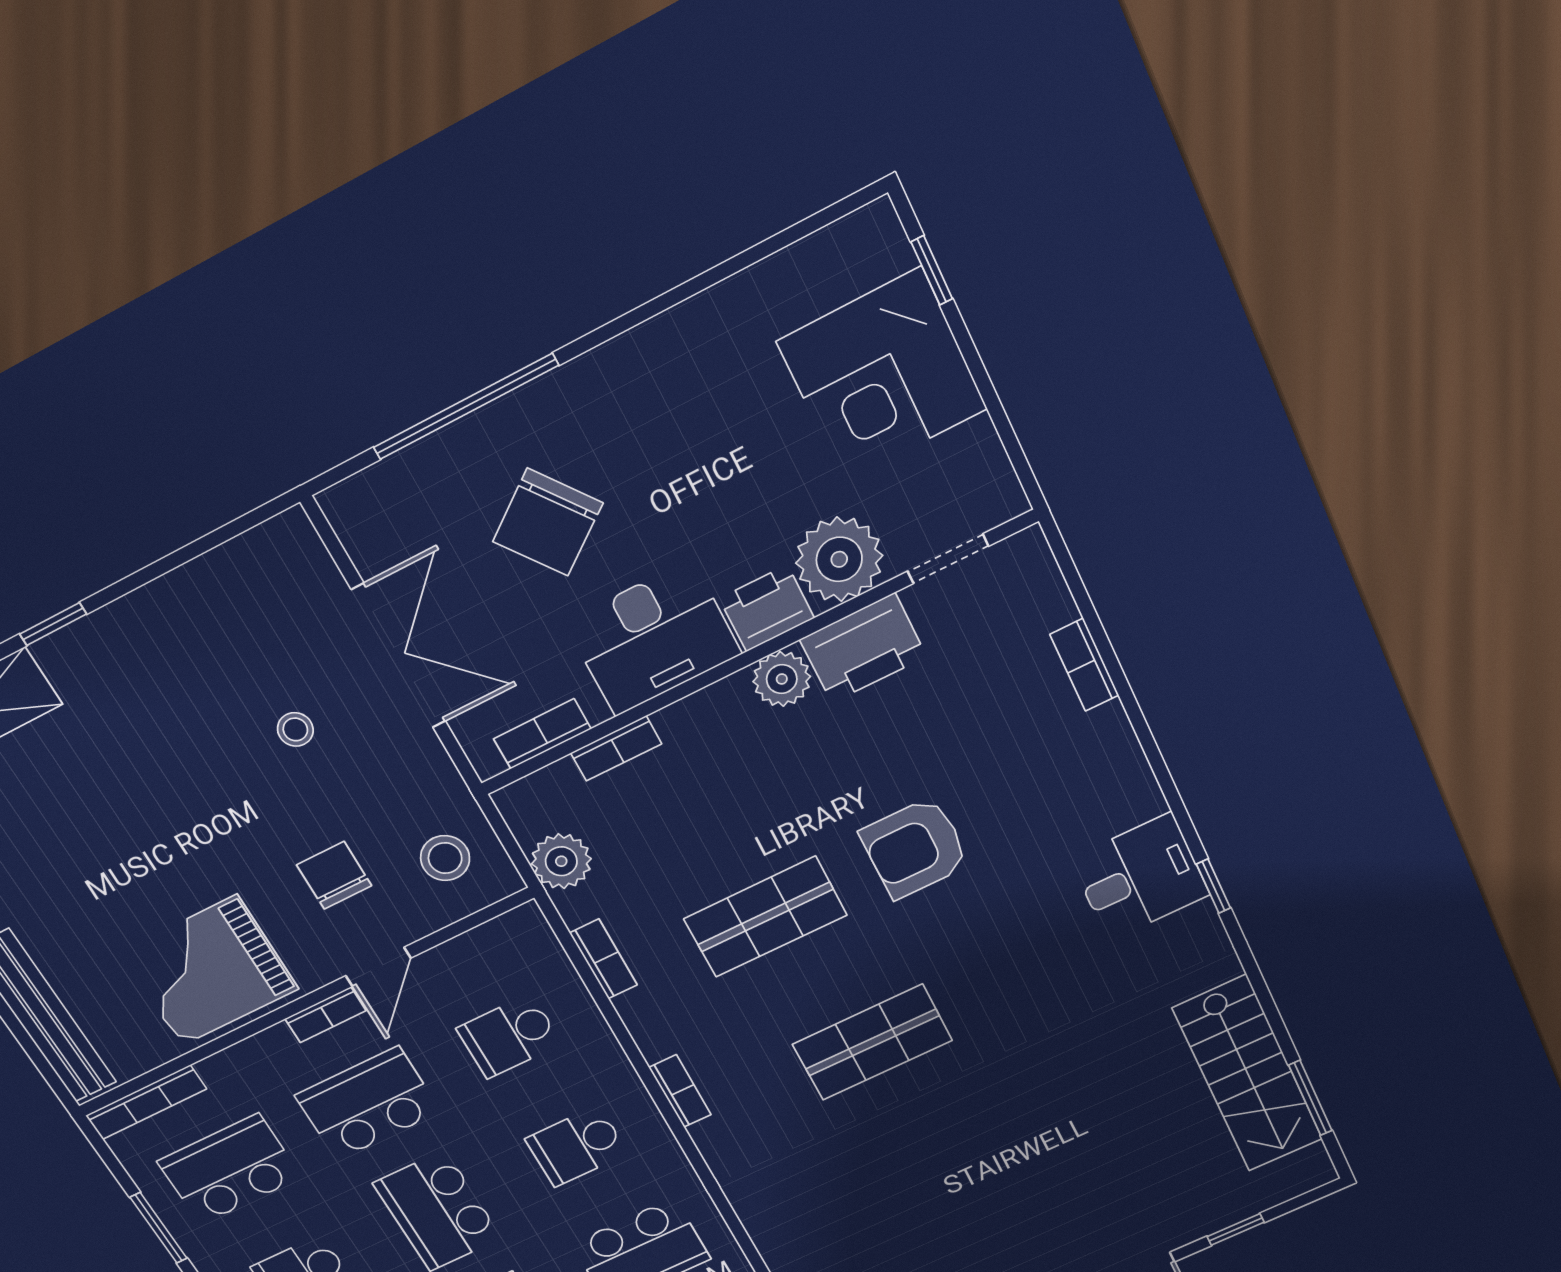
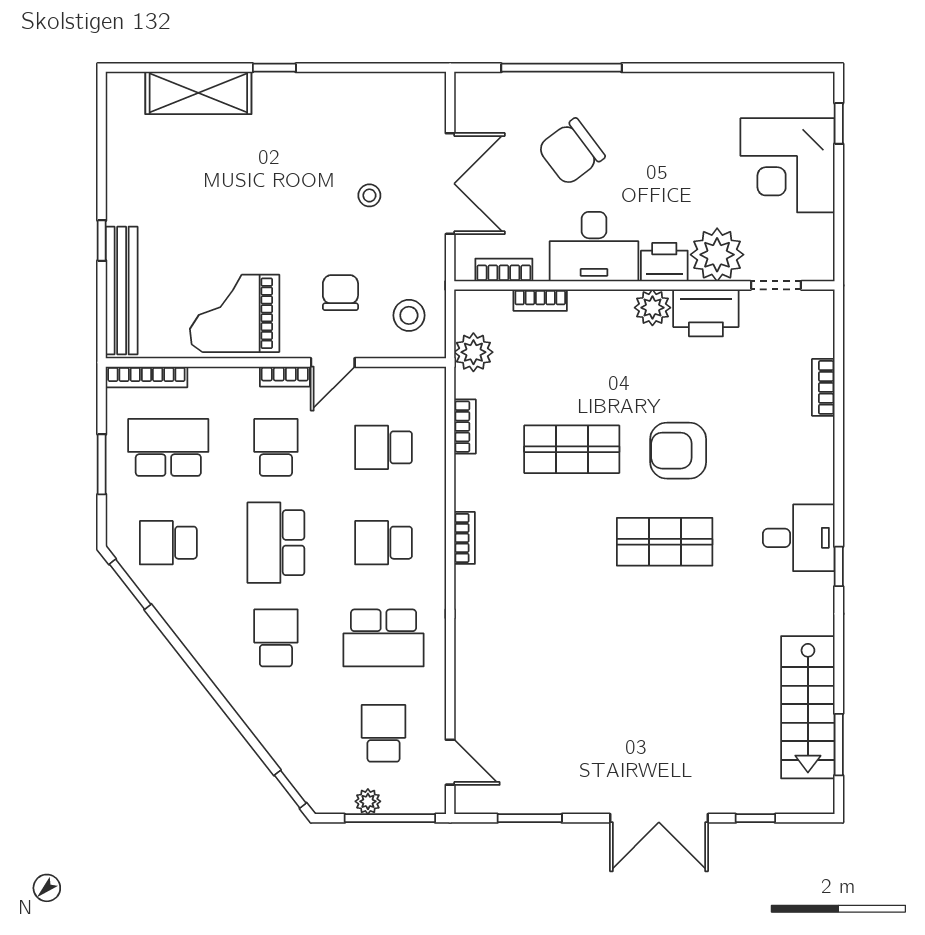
shop shelf: (872, 1042) -> (665, 542), moved
school desk: (368, 1103) -> (276, 447), width x0.54

